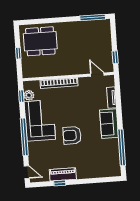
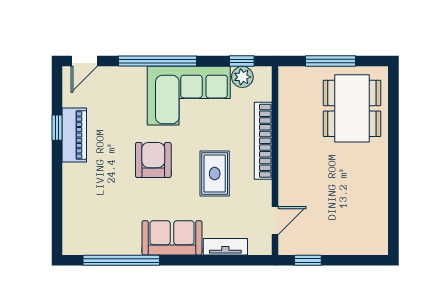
window: (93, 17) -> (393, 220), removed
window: (18, 53) -> (331, 61), width x2.17
rug: (77, 105) -> (215, 174), added

